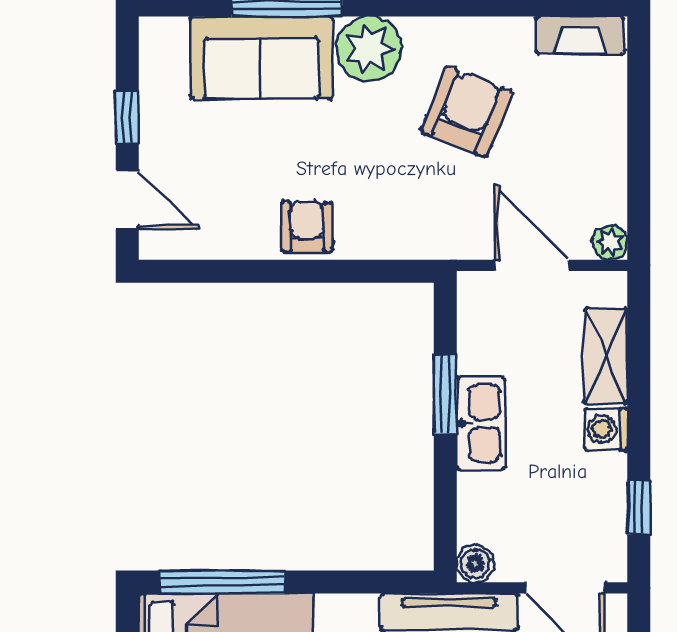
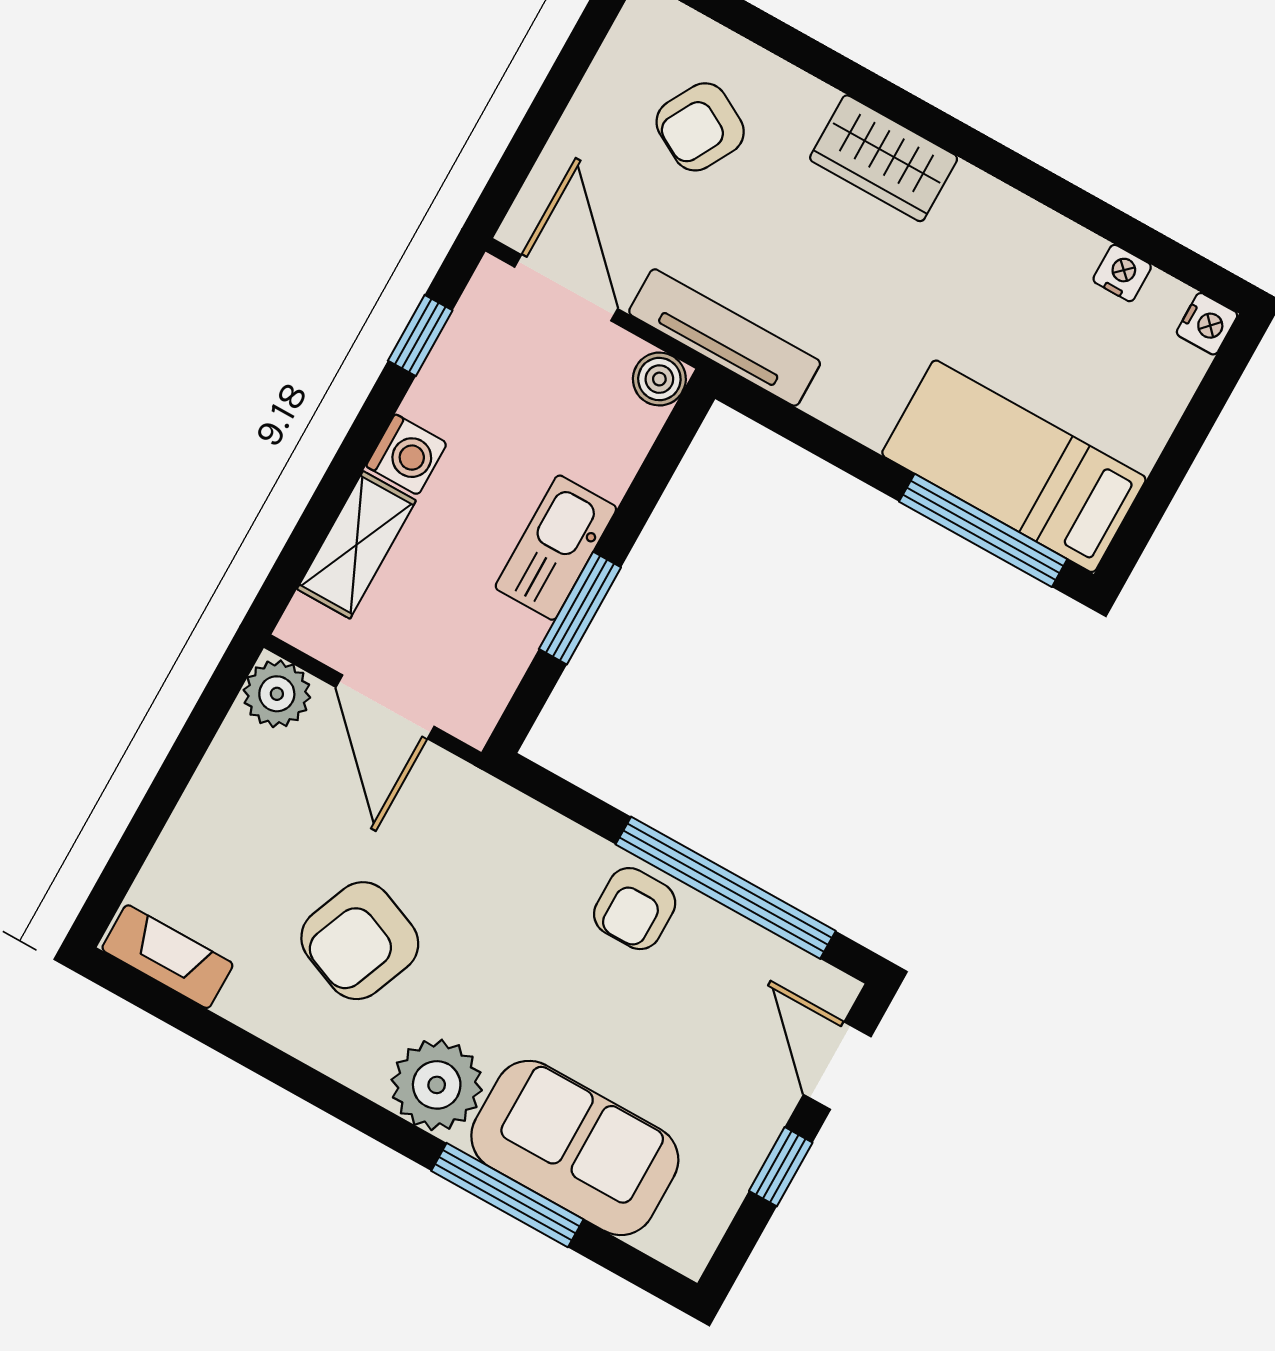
plant: (610, 242) -> (277, 694), width x1.38, depth x1.38
window: (258, 271) -> (726, 888), added

